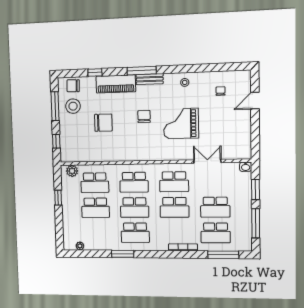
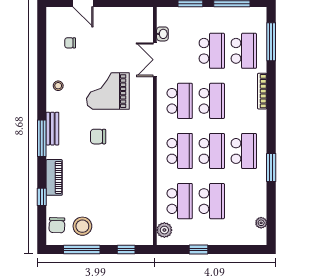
piano: (116, 84) -> (54, 177), width x0.73, depth x0.75
chair: (103, 123) -> (104, 188), removed
grand piano: (181, 123) -> (108, 91), turned 90
washbasin: (246, 167) -> (162, 34), moved

